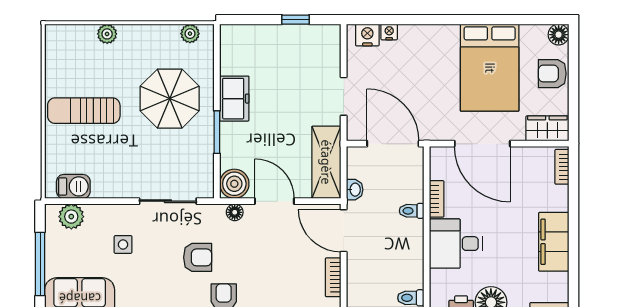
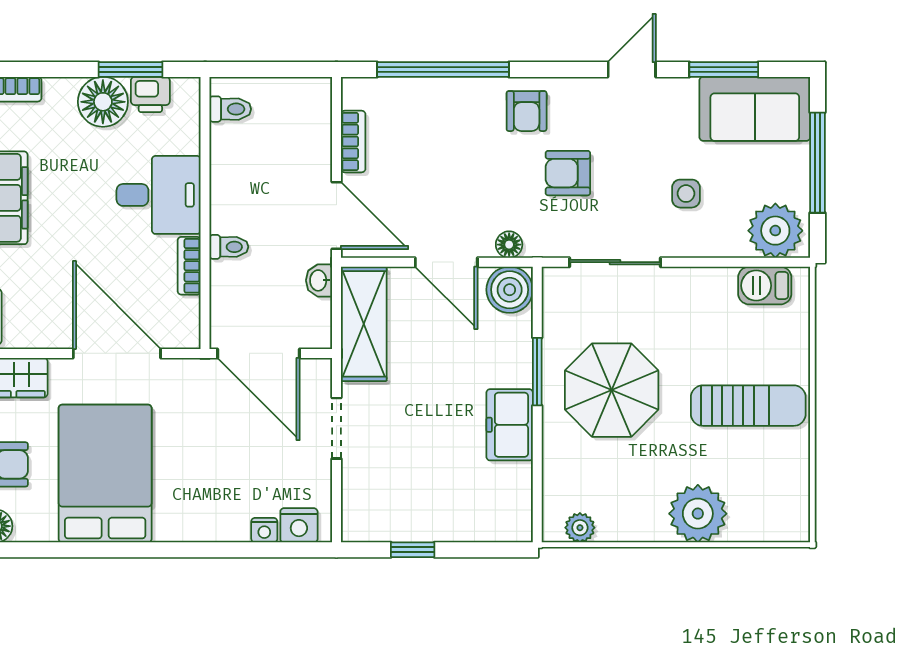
plant: (107, 34) -> (698, 514), width x1.88, depth x1.88
parasol: (170, 99) -> (612, 390), moved
plant: (71, 217) -> (775, 231), width x1.36, depth x1.36

